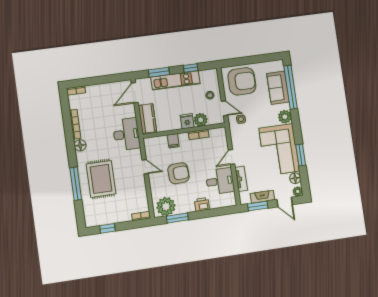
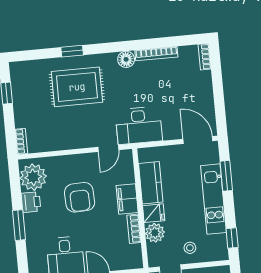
window: (191, 68) -> (232, 238), moved
kitchen counter: (147, 119) -> (151, 183), moved, turned -90
filing cabinet: (173, 141) -> (127, 199), width x2.00
door: (145, 167) -> (108, 148), moved
window: (76, 184) -> (72, 51), width x0.46
printer: (202, 204) -> (31, 202), moved
window: (177, 218) -> (19, 225), moved

